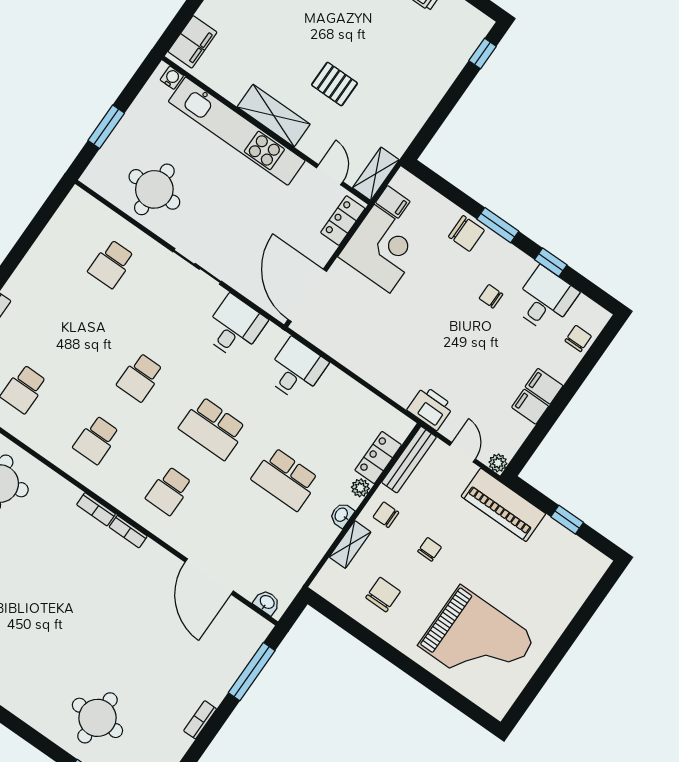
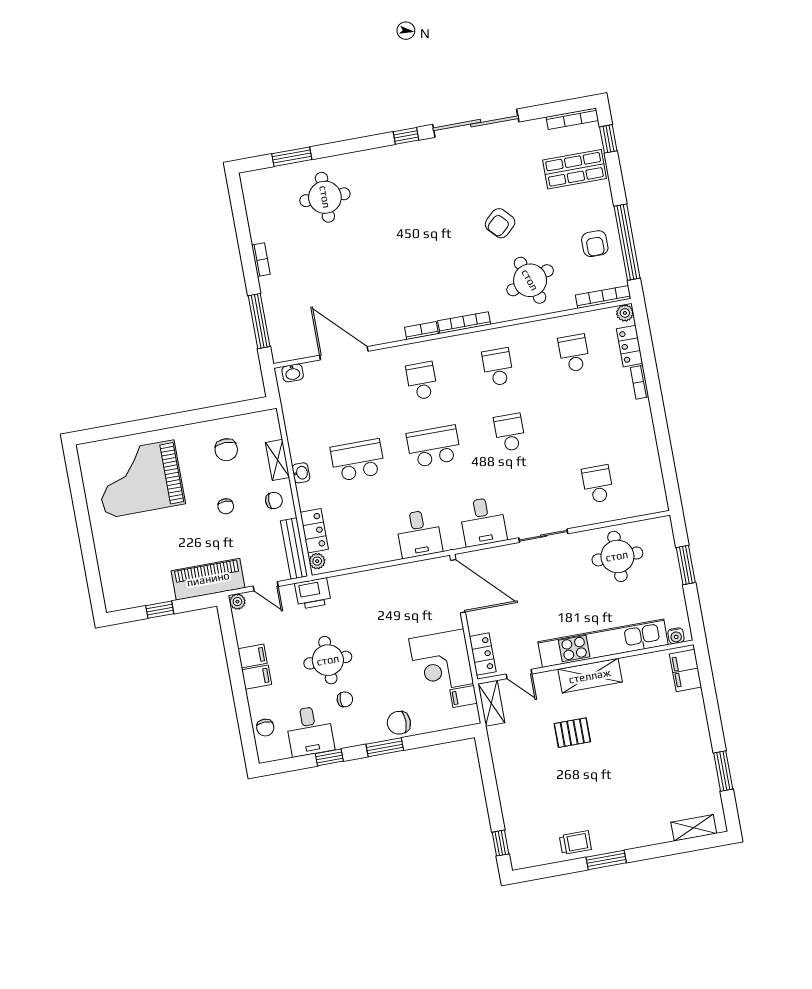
round table: (473, 342) -> (328, 660), added
plant: (360, 488) -> (317, 561), moved
bookcase: (96, 509) -> (464, 323), width x1.56

